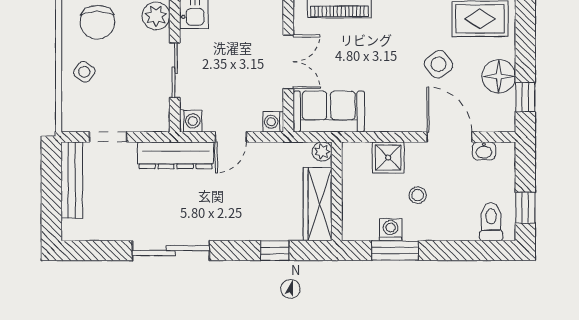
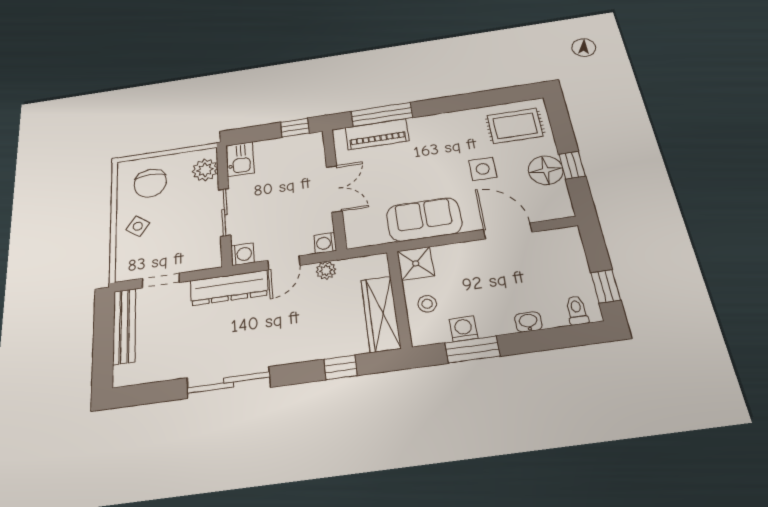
side table: (439, 64) -> (483, 169), turned 37
window: (525, 97) -> (572, 165), moved
sofa: (329, 112) -> (424, 219), moved
washbasin: (484, 151) -> (528, 322), moved, turned 180
plant: (322, 152) -> (326, 270), moved
shower: (388, 158) -> (416, 263), moved
stool: (418, 195) -> (427, 304), moved
toilet: (491, 222) -> (577, 310), width x0.73, depth x0.72

